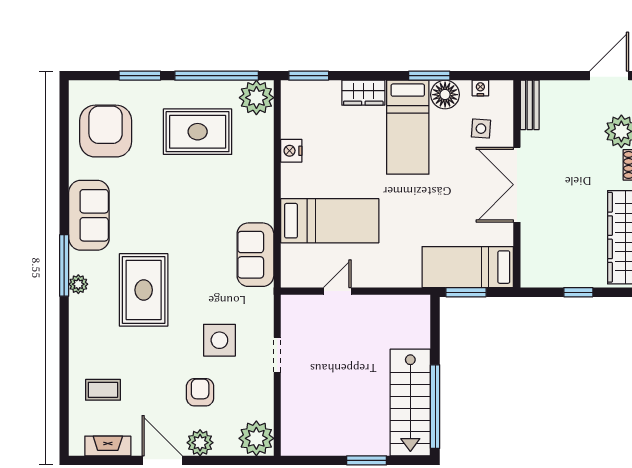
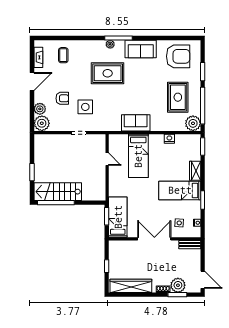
floor lamp: (445, 95) -> (194, 207), removed
sofa: (255, 255) -> (136, 123), moved
plant: (200, 443) -> (40, 109), moved

